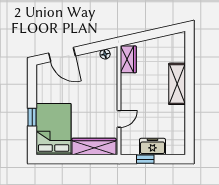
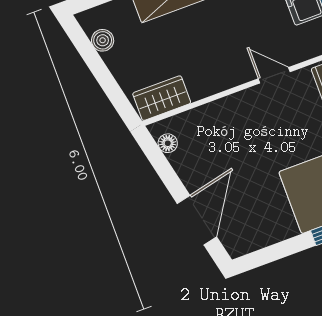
boiler: (167, 41) -> (103, 40), added

